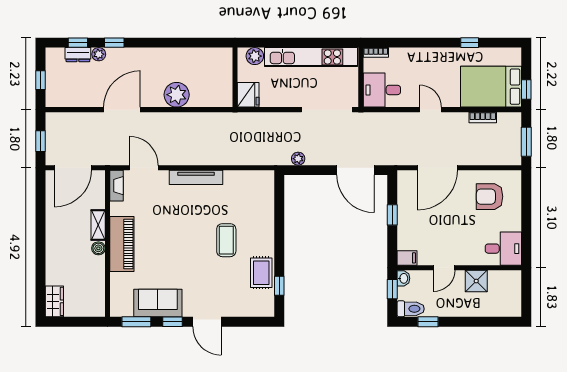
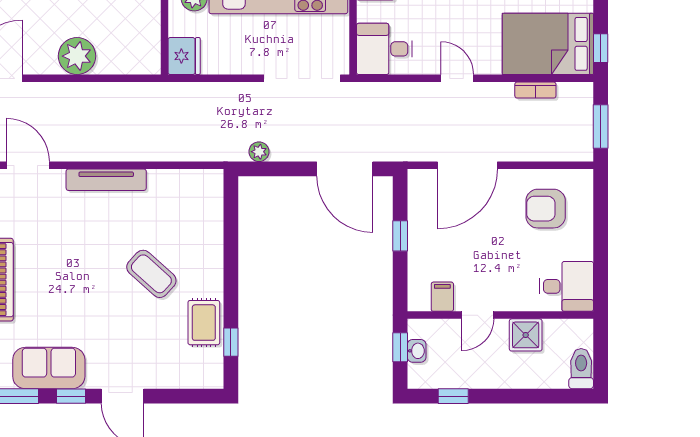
coffee table: (226, 240) -> (151, 274), turned -48
filing cabinet: (407, 258) -> (442, 297), moved, turned -90
washbasin: (403, 278) -> (417, 351), moved
toilet: (411, 309) -> (581, 369), moved, turned -90

